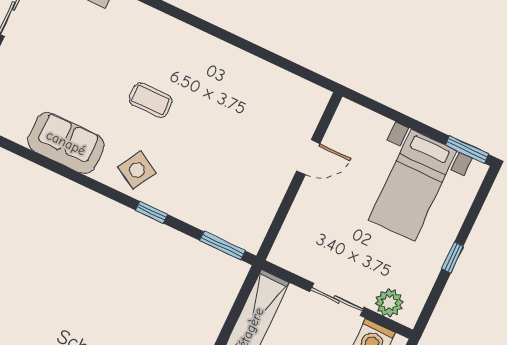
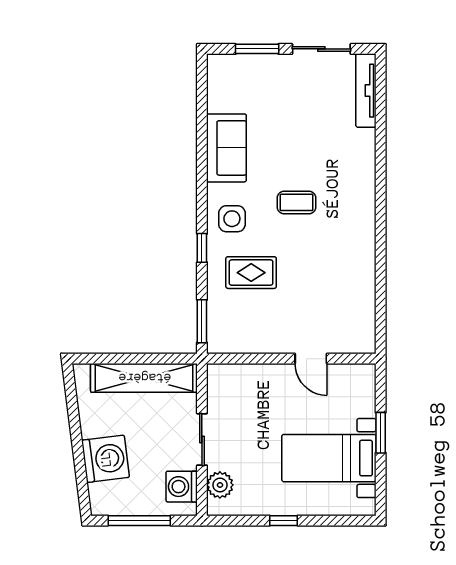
coffee table: (151, 100) -> (296, 202), turned 90
window: (467, 150) -> (381, 433), moved
side table: (137, 170) -> (232, 219), turned -30
rug: (198, 176) -> (251, 273), added

